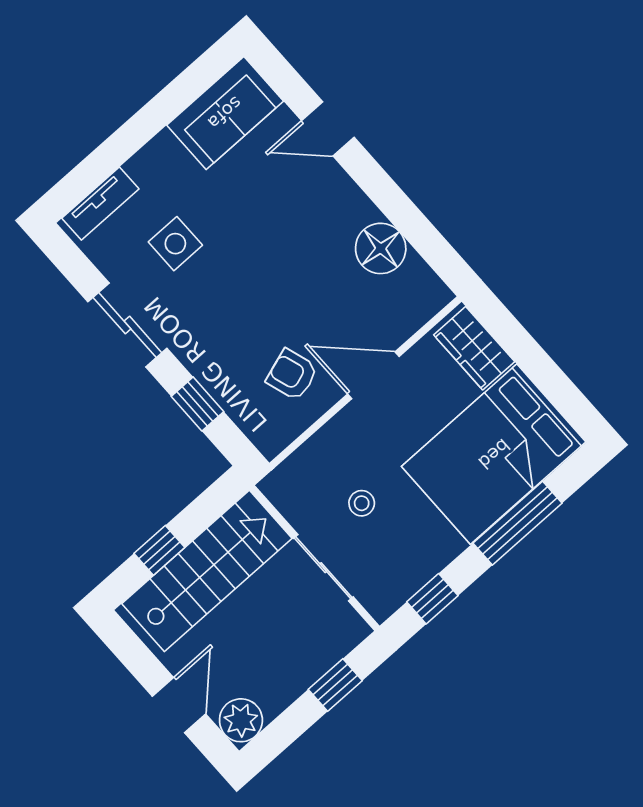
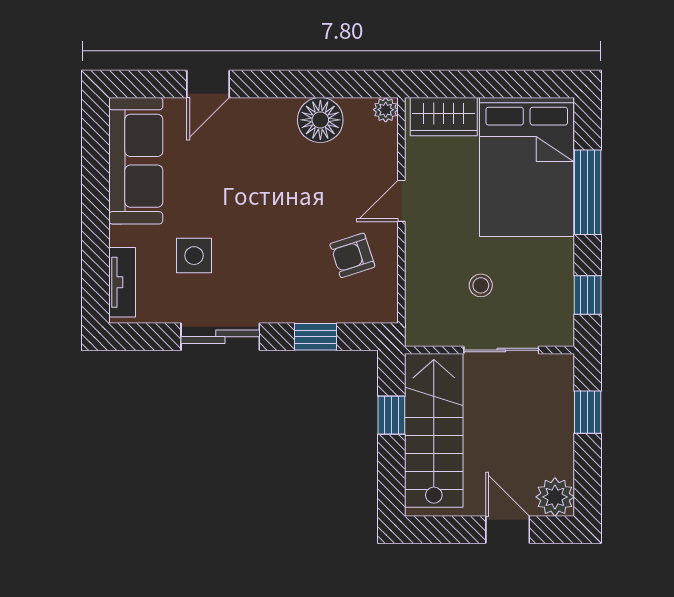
sofa: (225, 113) -> (136, 161), width x1.36
plant: (437, 295) -> (386, 110), added
door: (373, 375) -> (401, 201), width x0.73
window: (159, 550) -> (391, 415), moved

